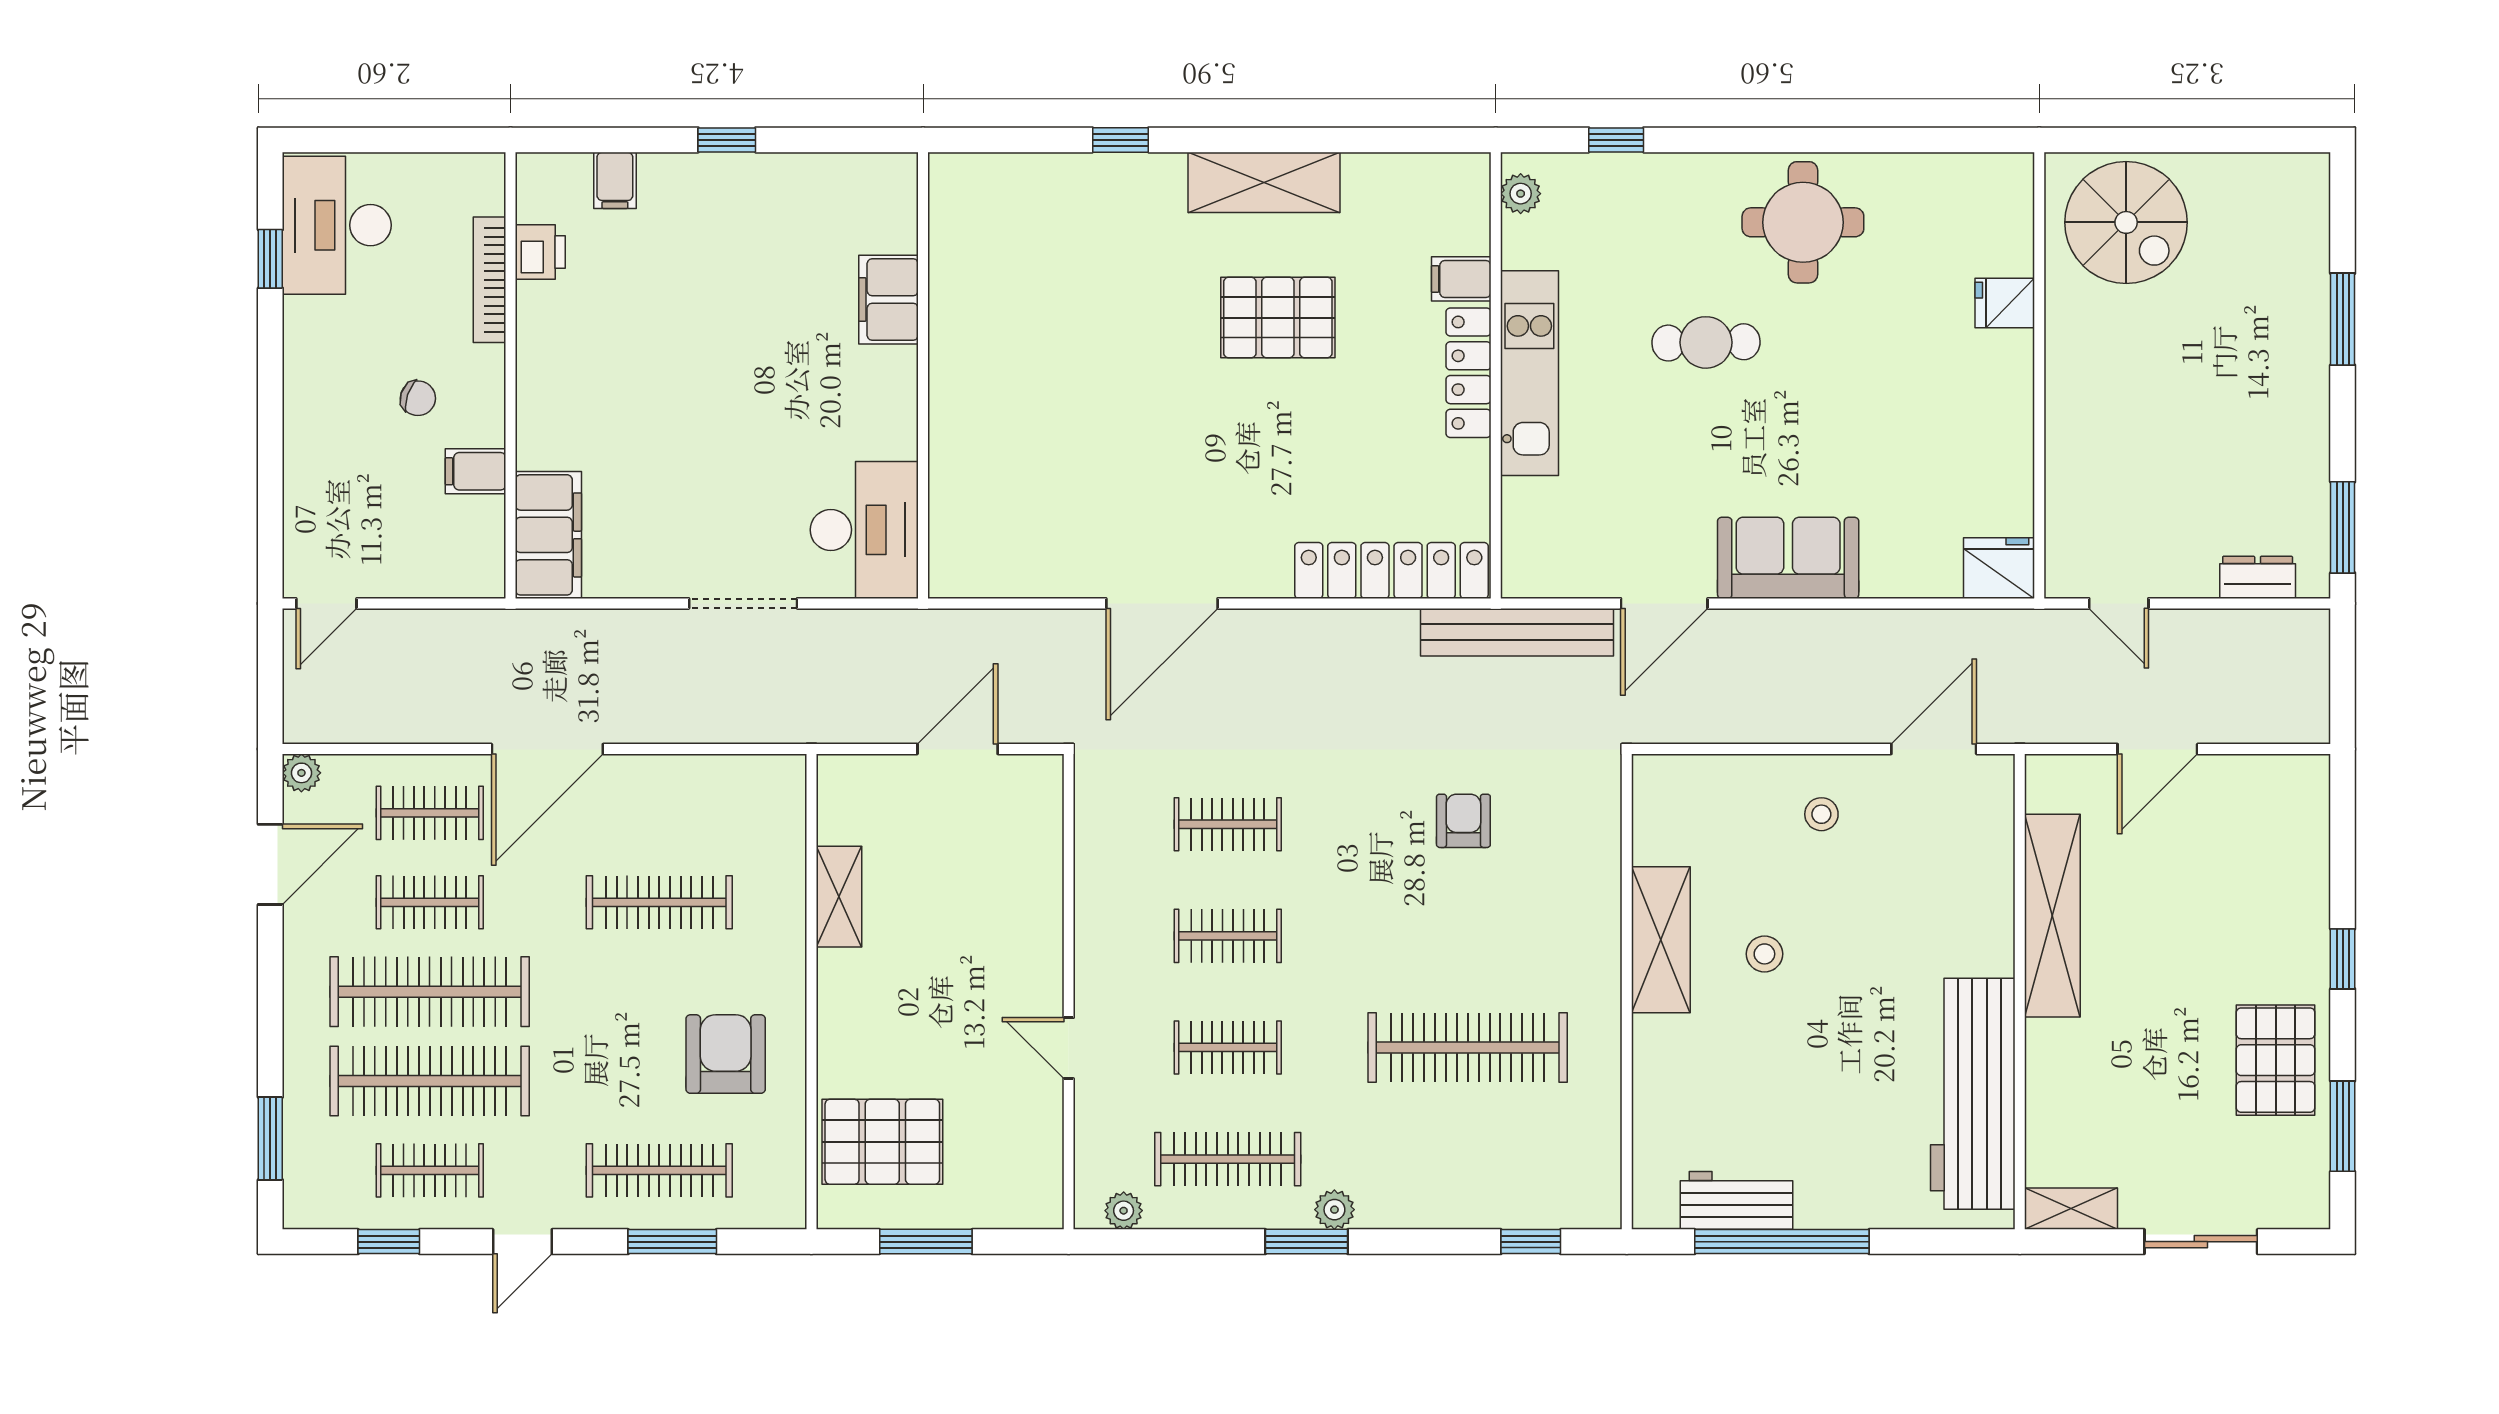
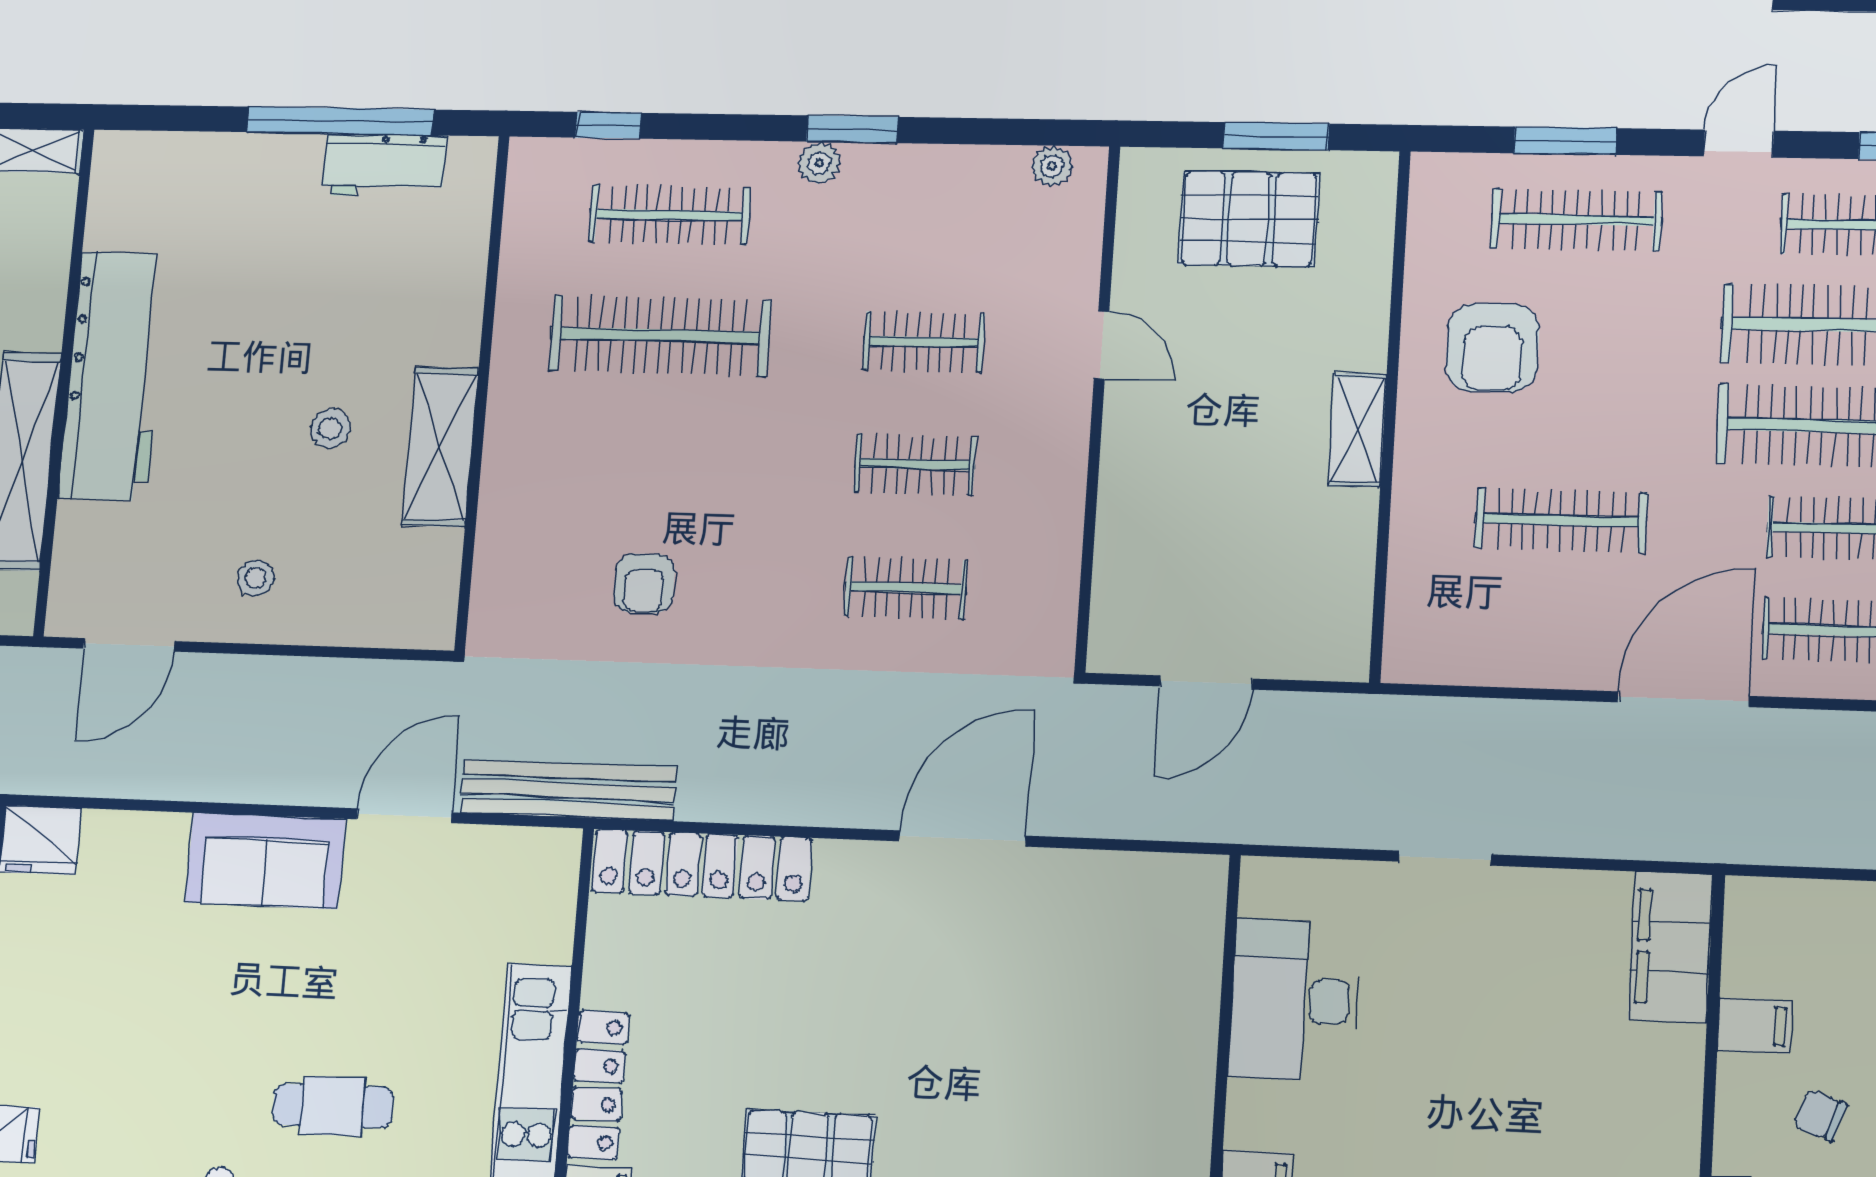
desk: (864, 530) -> (1295, 1000), moved
doorway: (743, 603) -> (1445, 858), width x0.73
shelving: (839, 897) -> (1358, 430), moved
workbench: (1973, 1094) -> (114, 376), moved
pallet: (882, 1142) -> (1249, 219), moved
clothes rail: (1228, 1159) -> (669, 215), moved

